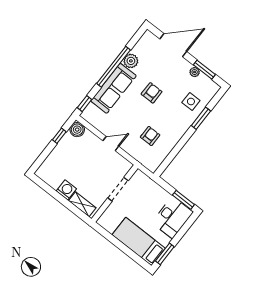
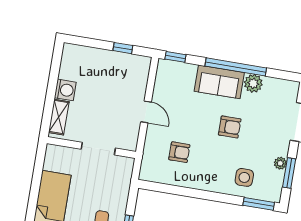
sofa: (113, 88) -> (219, 82), width x0.73
window: (201, 118) -> (259, 204), moved
boiler: (77, 130) -> (141, 65), removed

